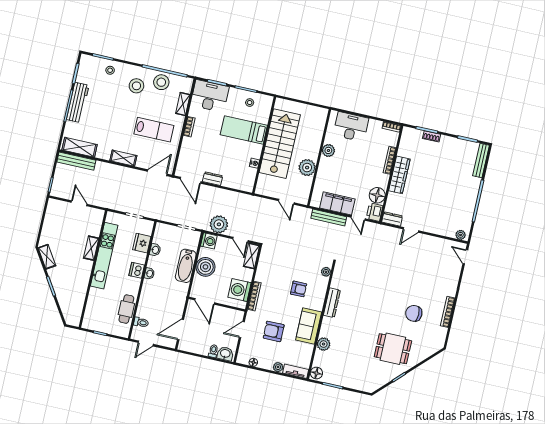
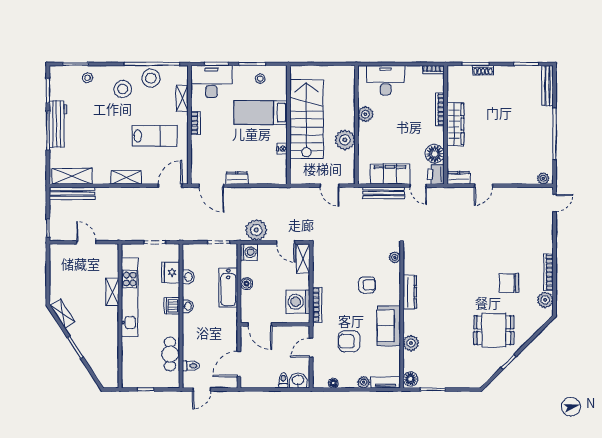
door: (465, 257) -> (555, 203), swing flipped
boiler: (205, 267) -> (246, 284), width x0.54, depth x0.54
plant: (440, 334) -> (545, 300), added

